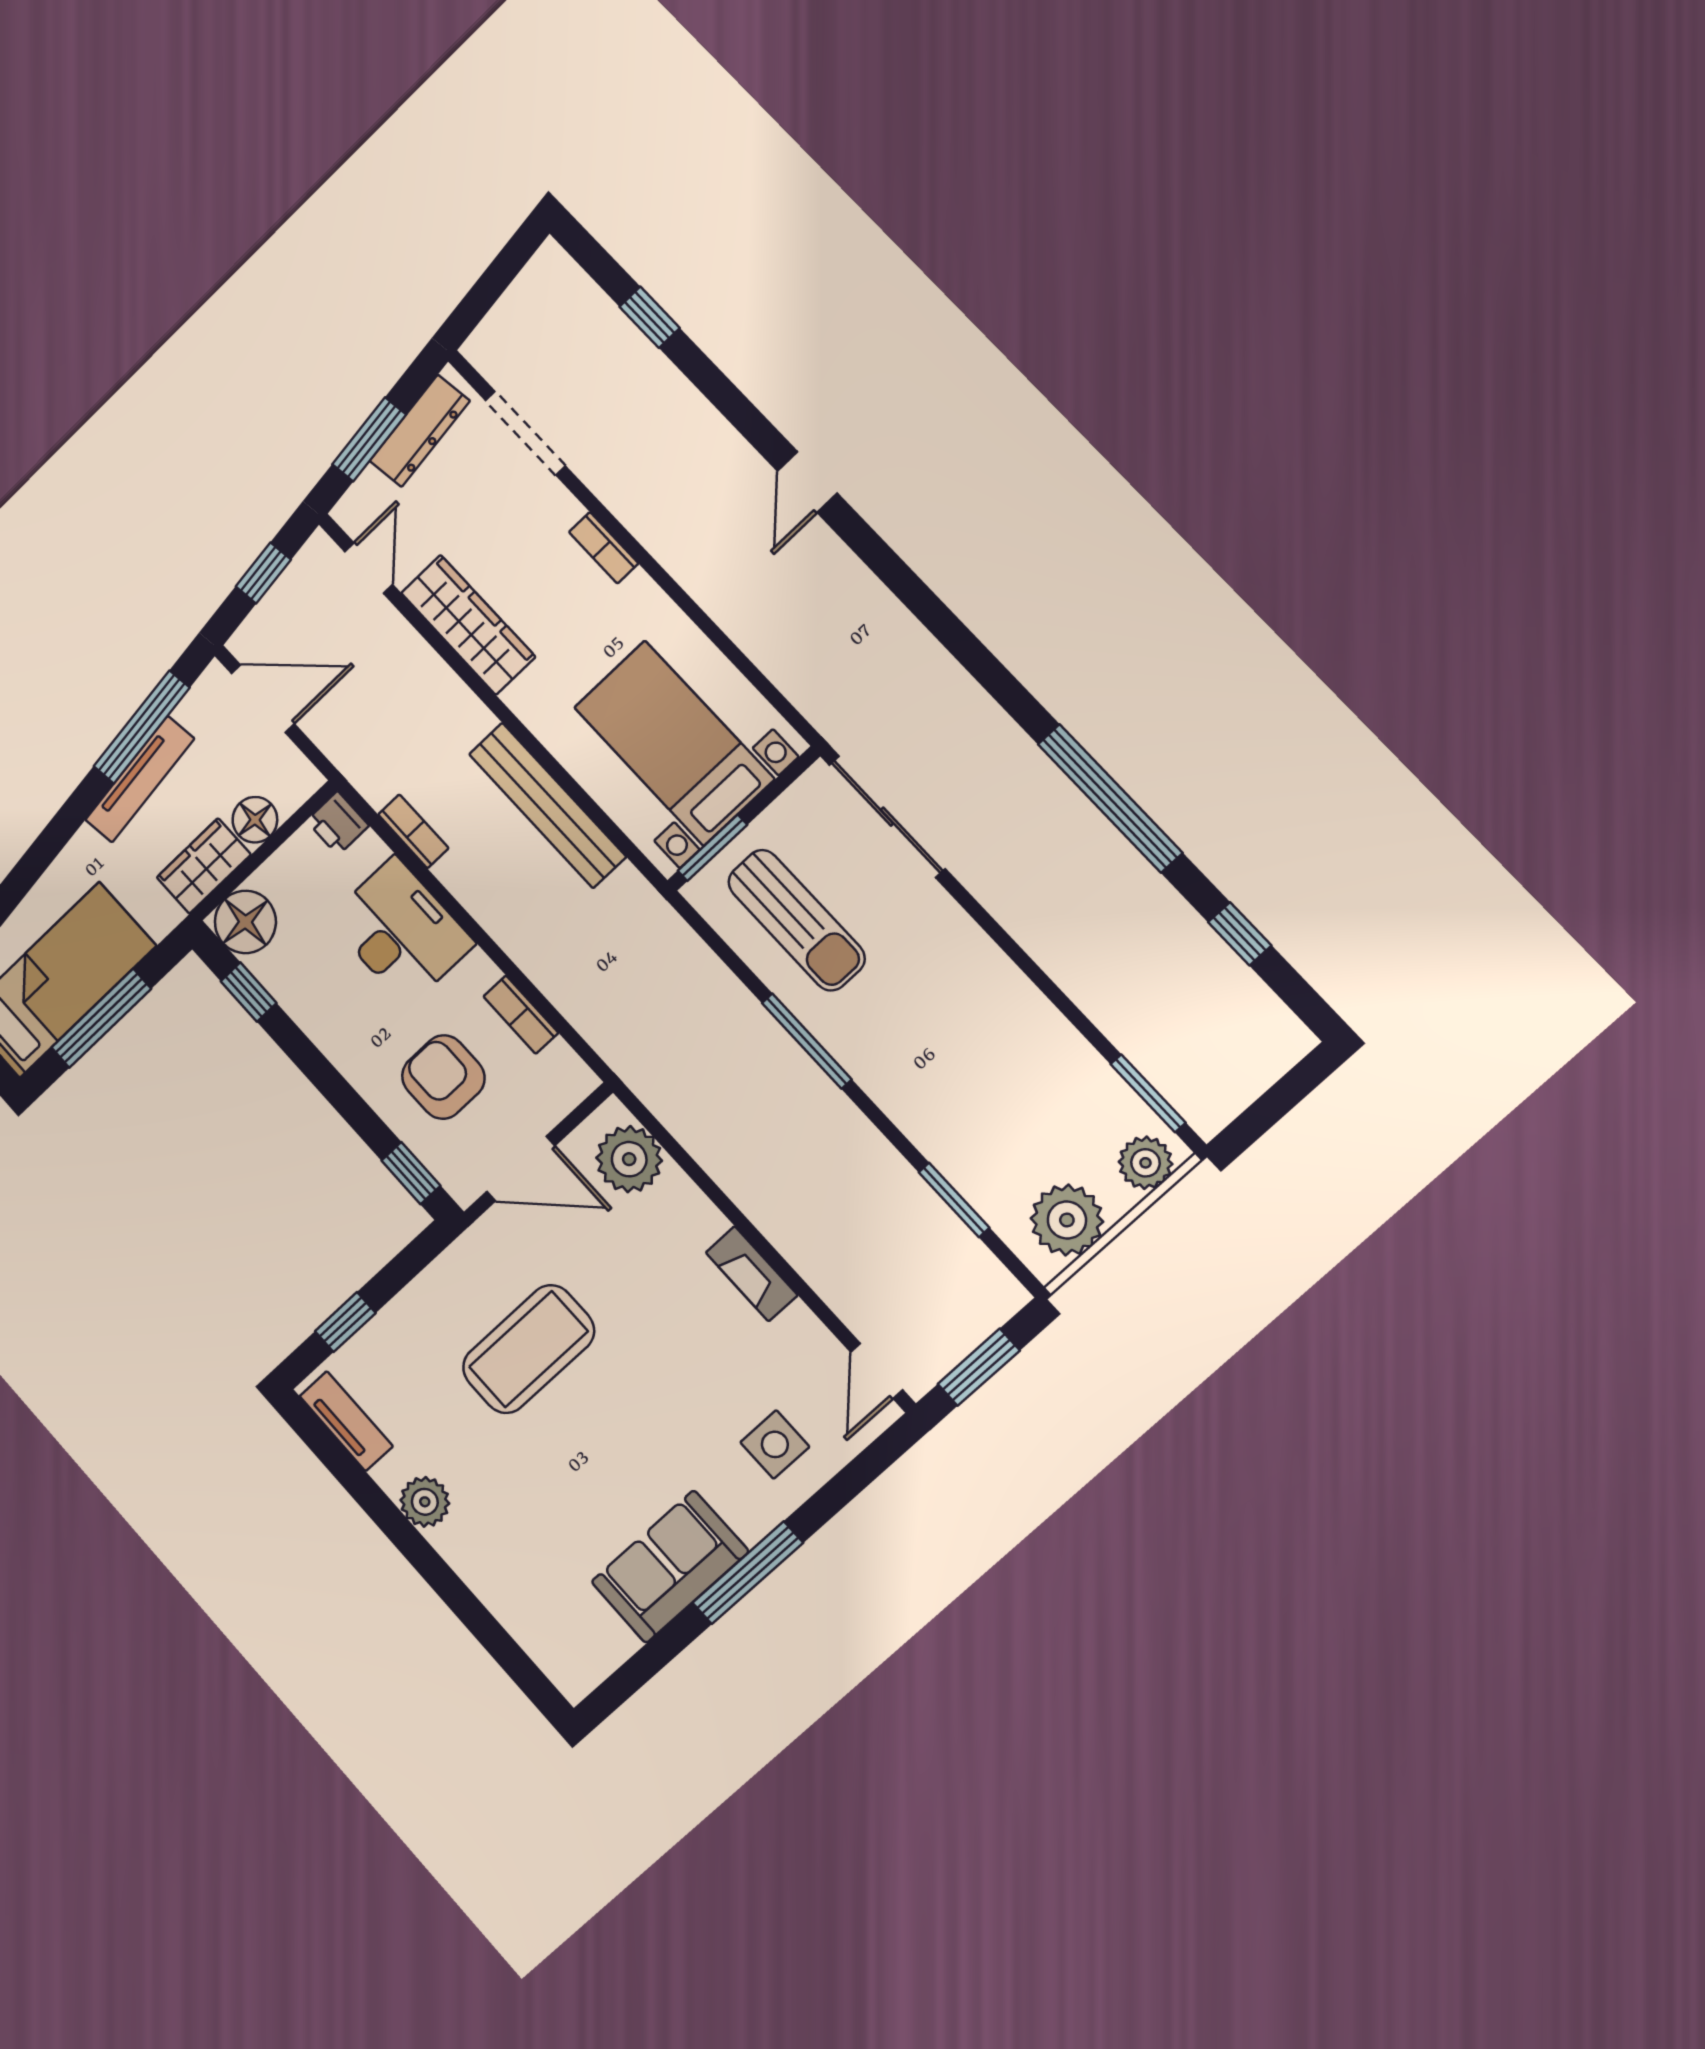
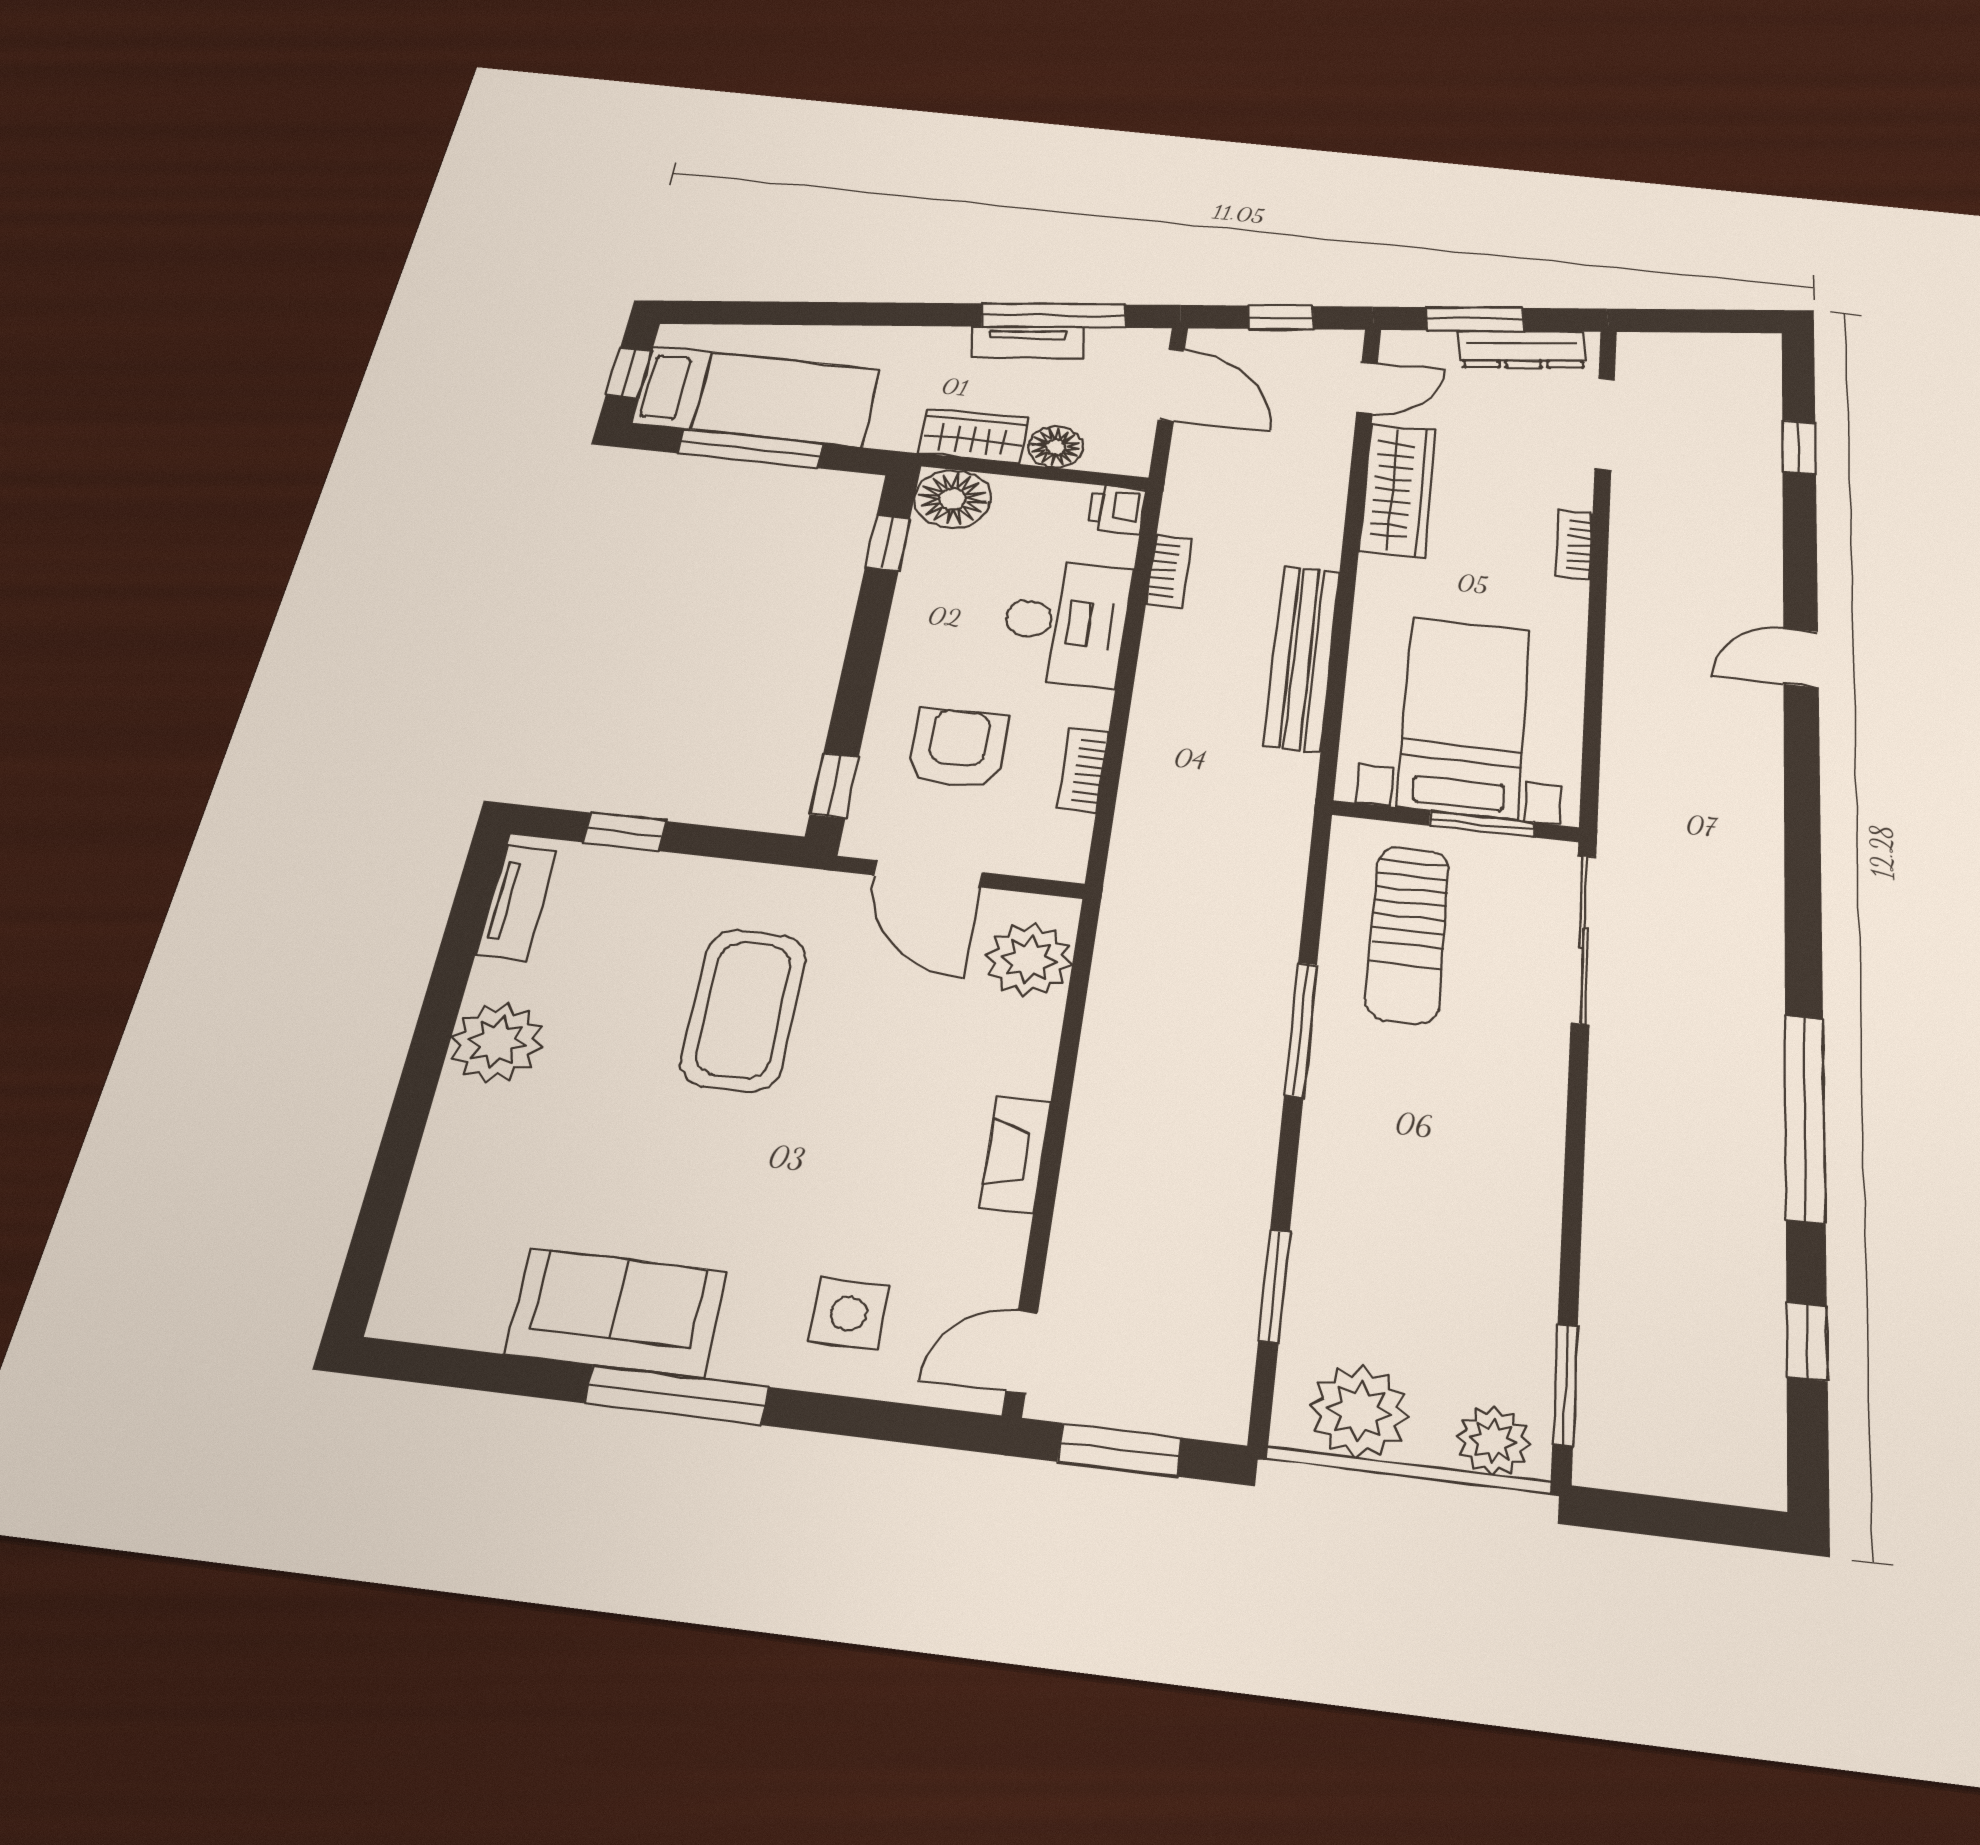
tv unit: (140, 779) -> (1028, 343), width x0.71
window: (712, 848) -> (1481, 824), moved
coffee table: (529, 1349) -> (744, 1010), turned 90
plant: (425, 1502) -> (497, 1042), width x1.36, depth x1.36

